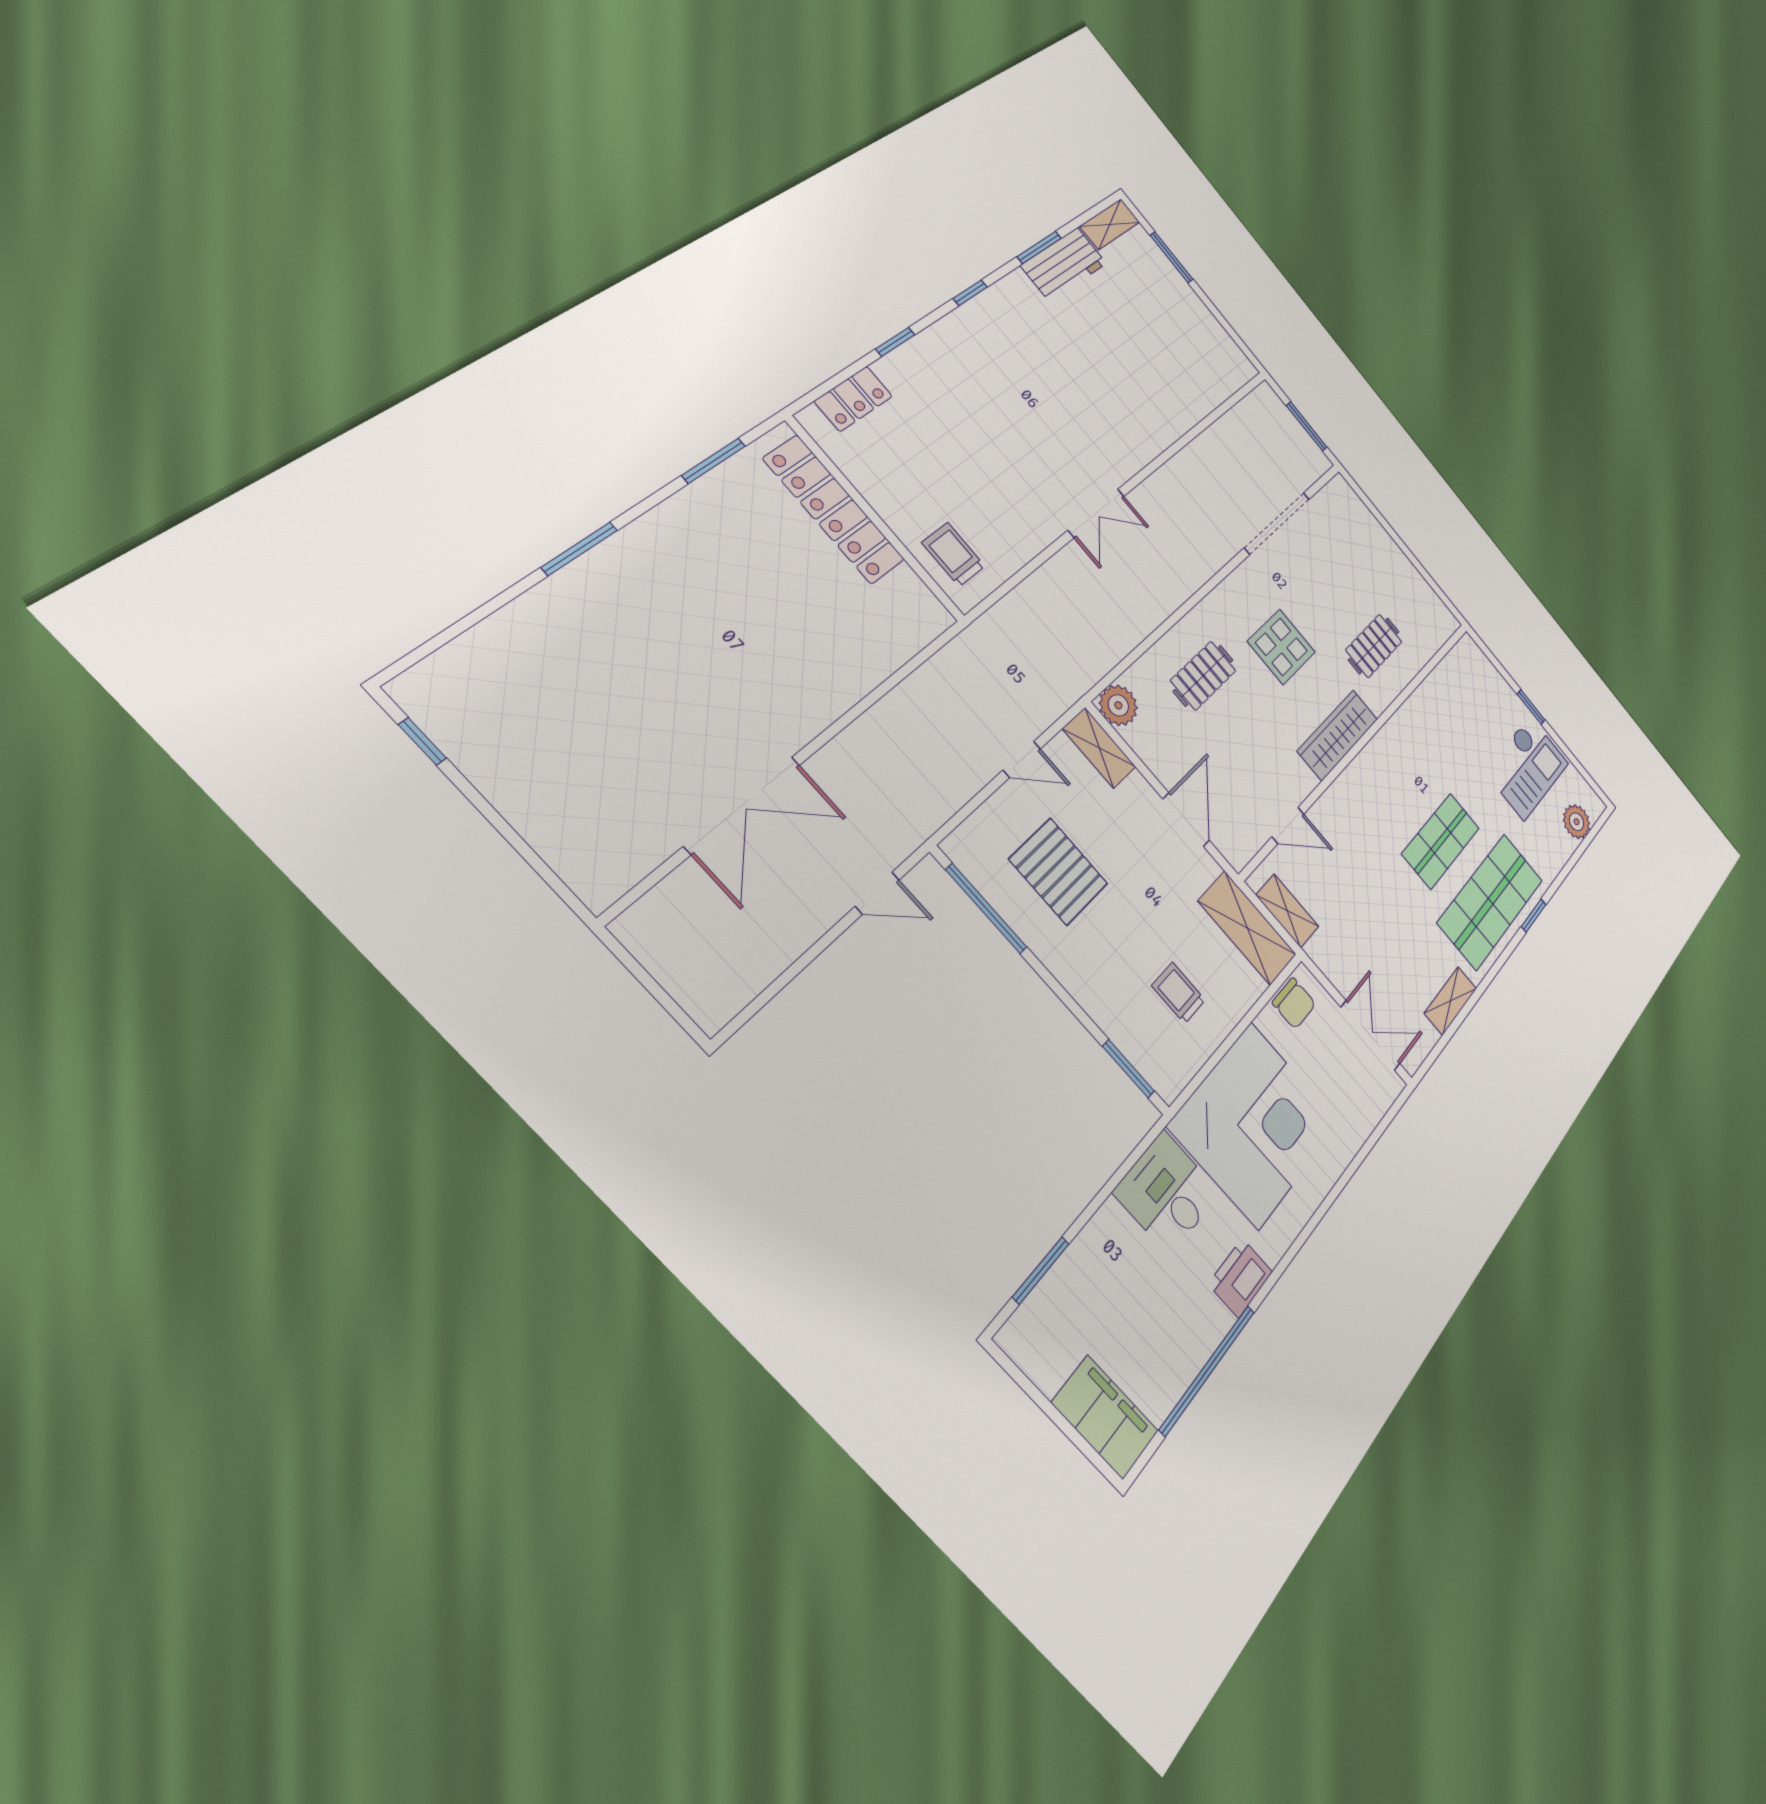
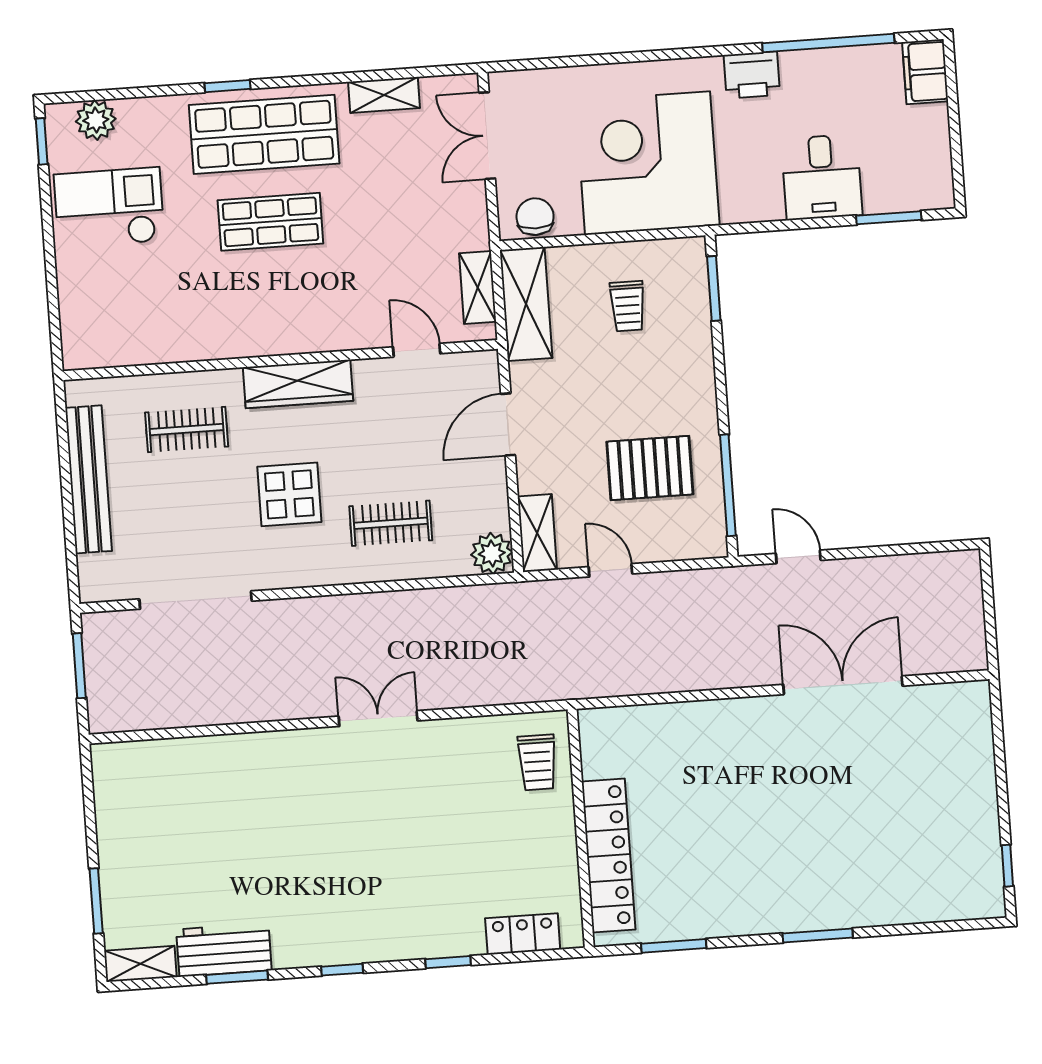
bench: (1399, 565) -> (89, 479), added
window: (1531, 707) -> (42, 141), moved
pallet: (1059, 871) -> (650, 468), turned 90
desk: (1167, 1193) -> (822, 177), moved
filing cabinet: (1105, 1417) -> (925, 72), width x0.67, depth x0.86

